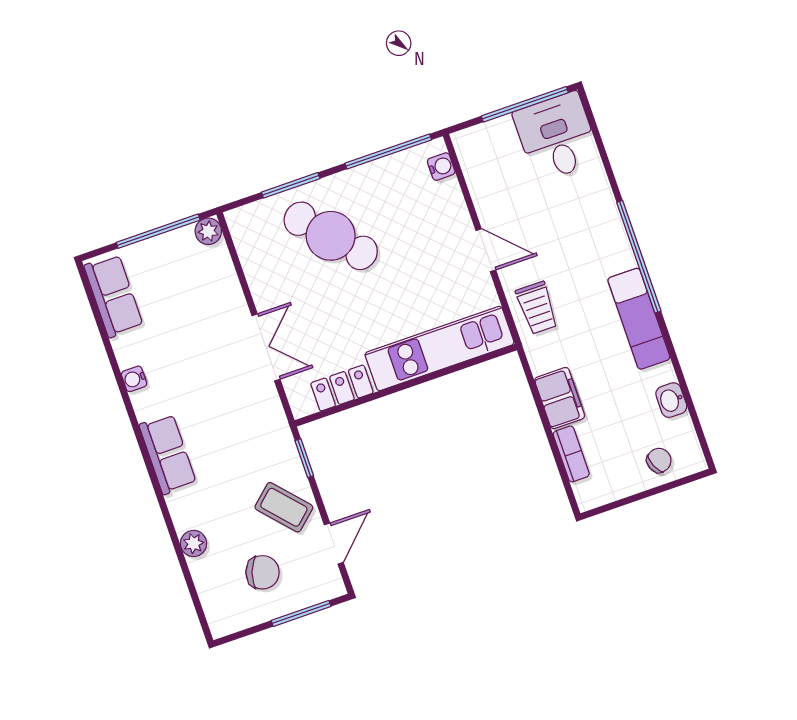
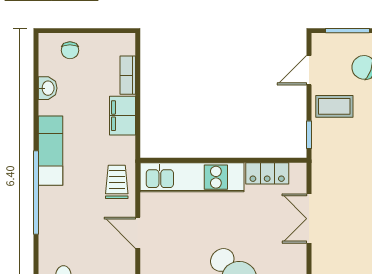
chair: (659, 460) -> (70, 50), turned -67
coffee table: (284, 507) -> (334, 106), turned -48

